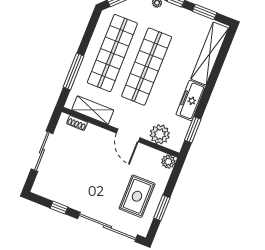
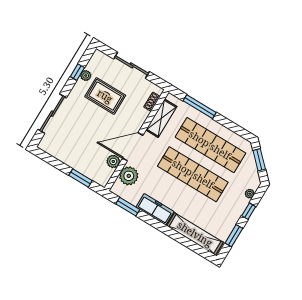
door: (128, 135) -> (133, 147), width x1.36
plant: (168, 162) -> (113, 161), moved
rug: (137, 196) -> (105, 96), moved
plant: (61, 198) -> (86, 75), added
window: (162, 208) -> (80, 178), moved
sliding door: (107, 227) -> (52, 114), width x0.73

